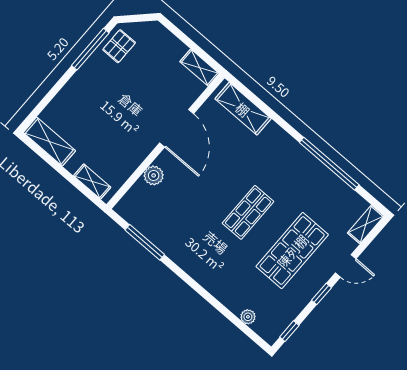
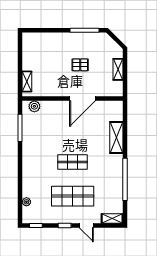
pallet: (119, 46) -> (80, 65), moved
shelving: (199, 68) -> (118, 69), moved
shelving: (243, 109) -> (116, 138), moved
shelving: (49, 142) -> (28, 47), removed
plant: (154, 175) -> (34, 106), moved

